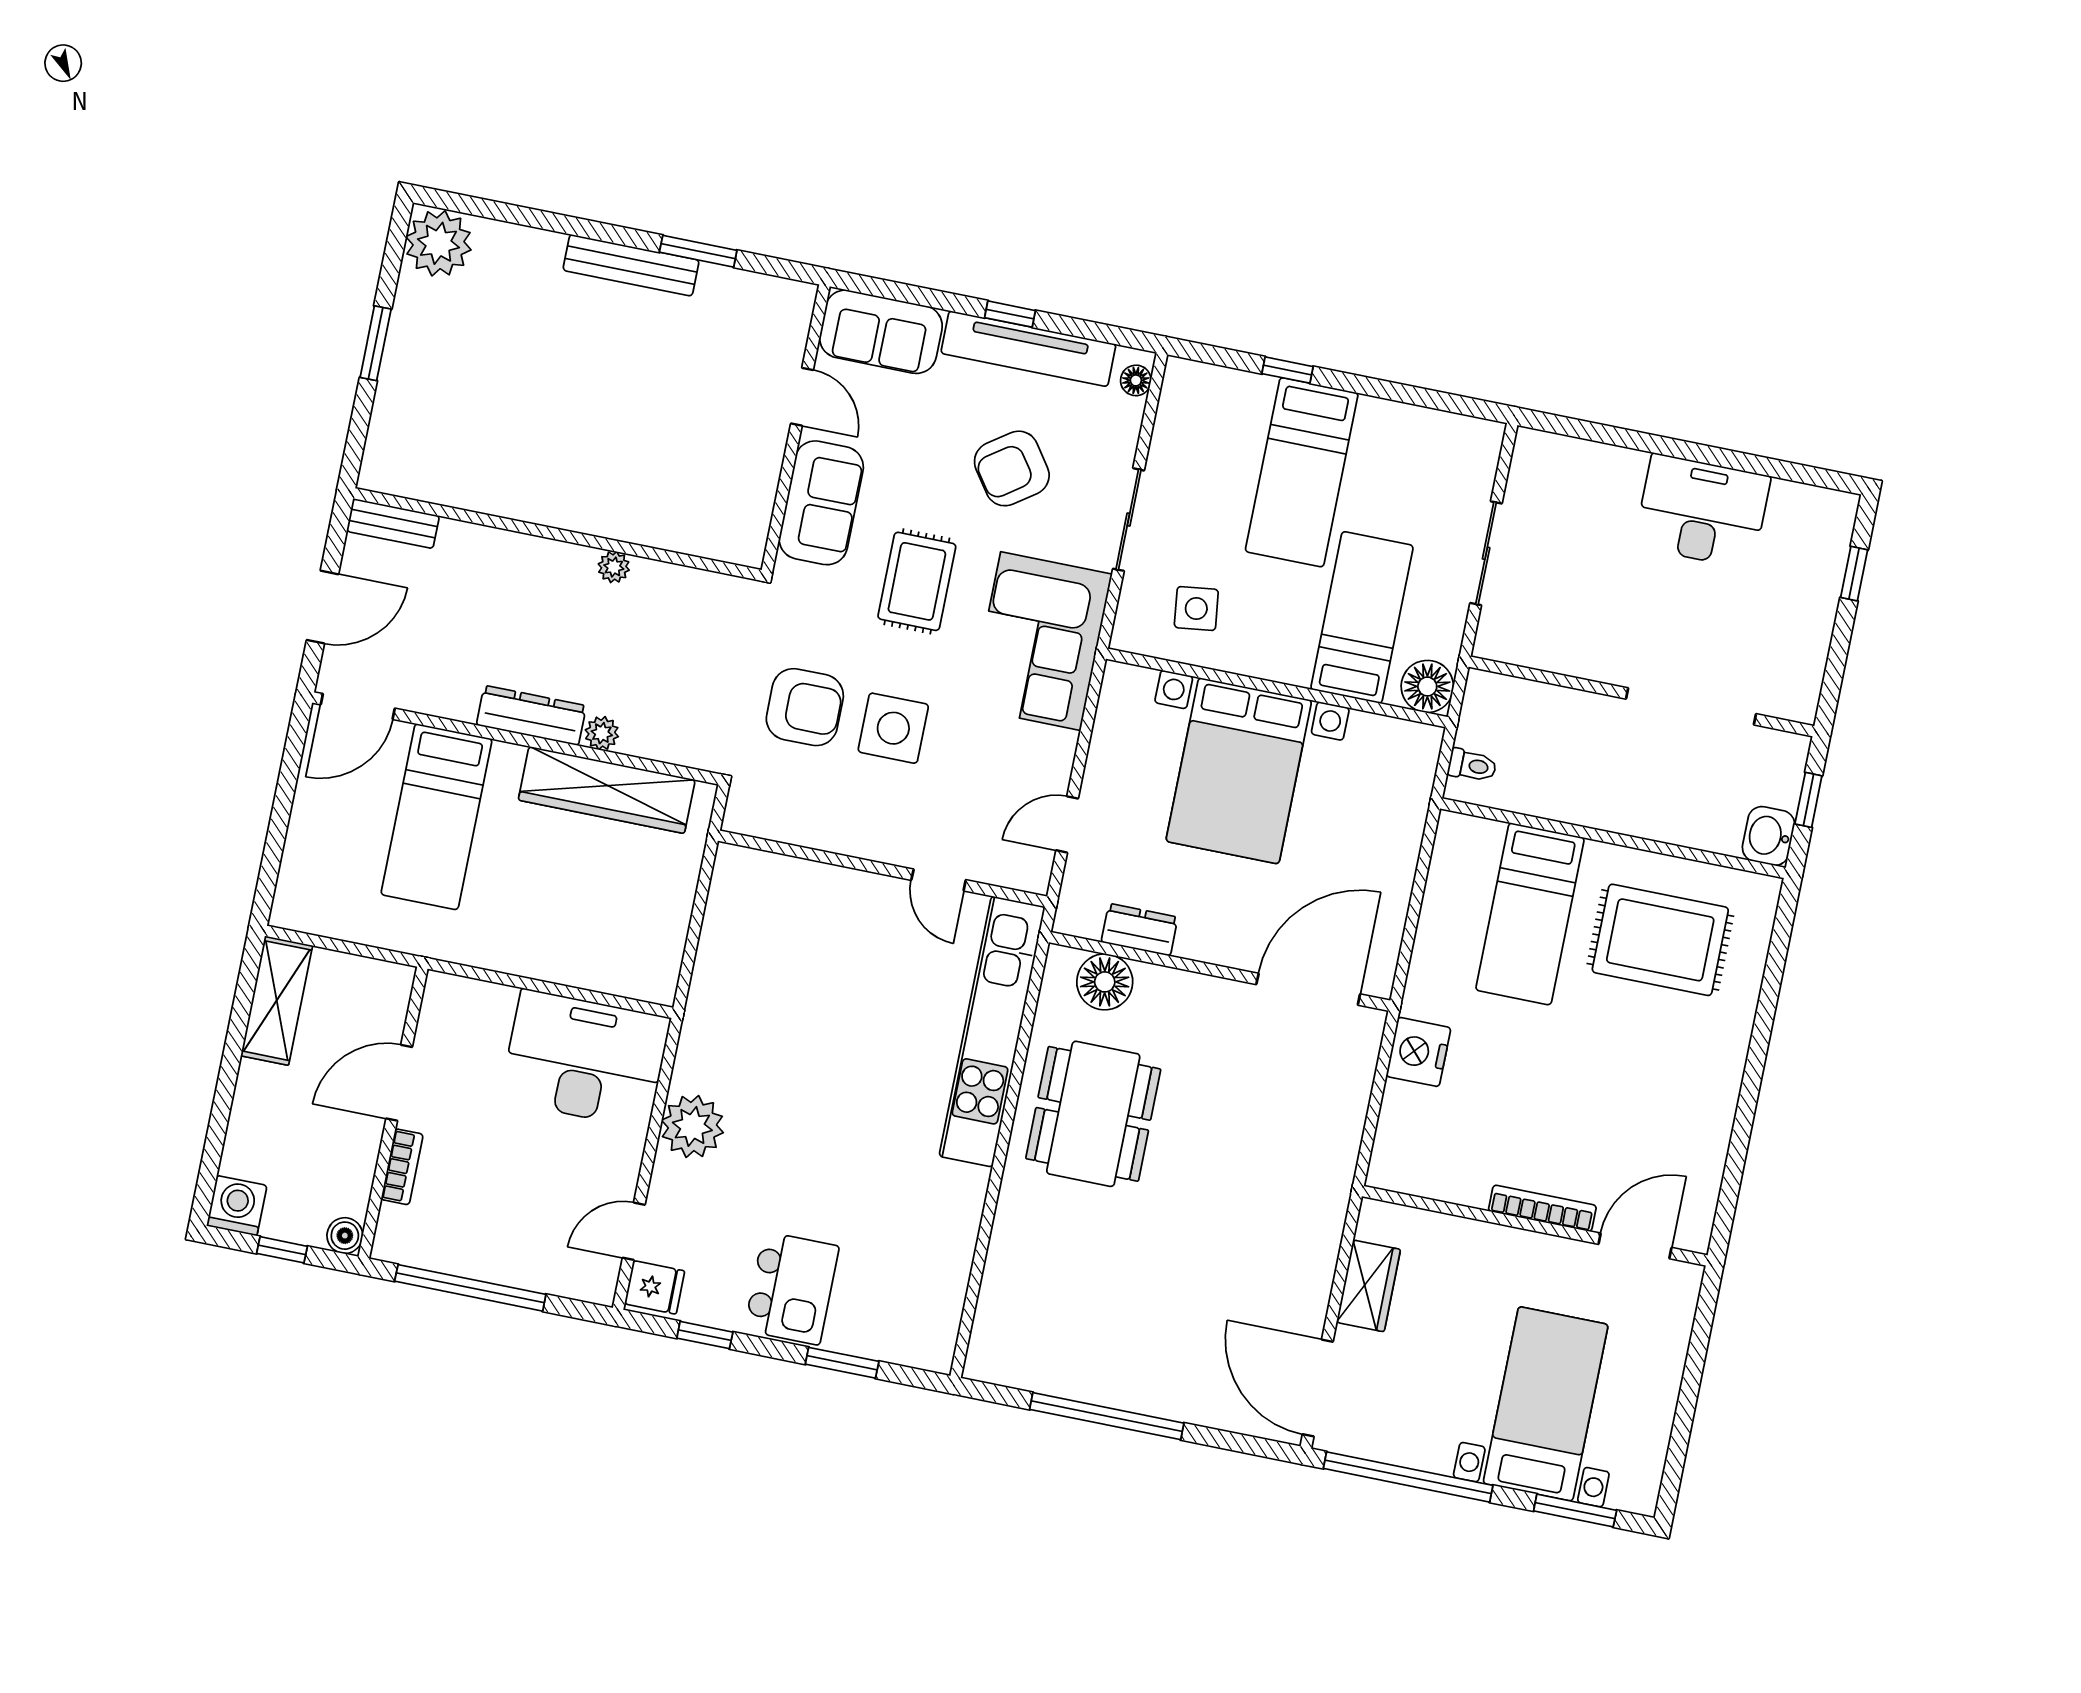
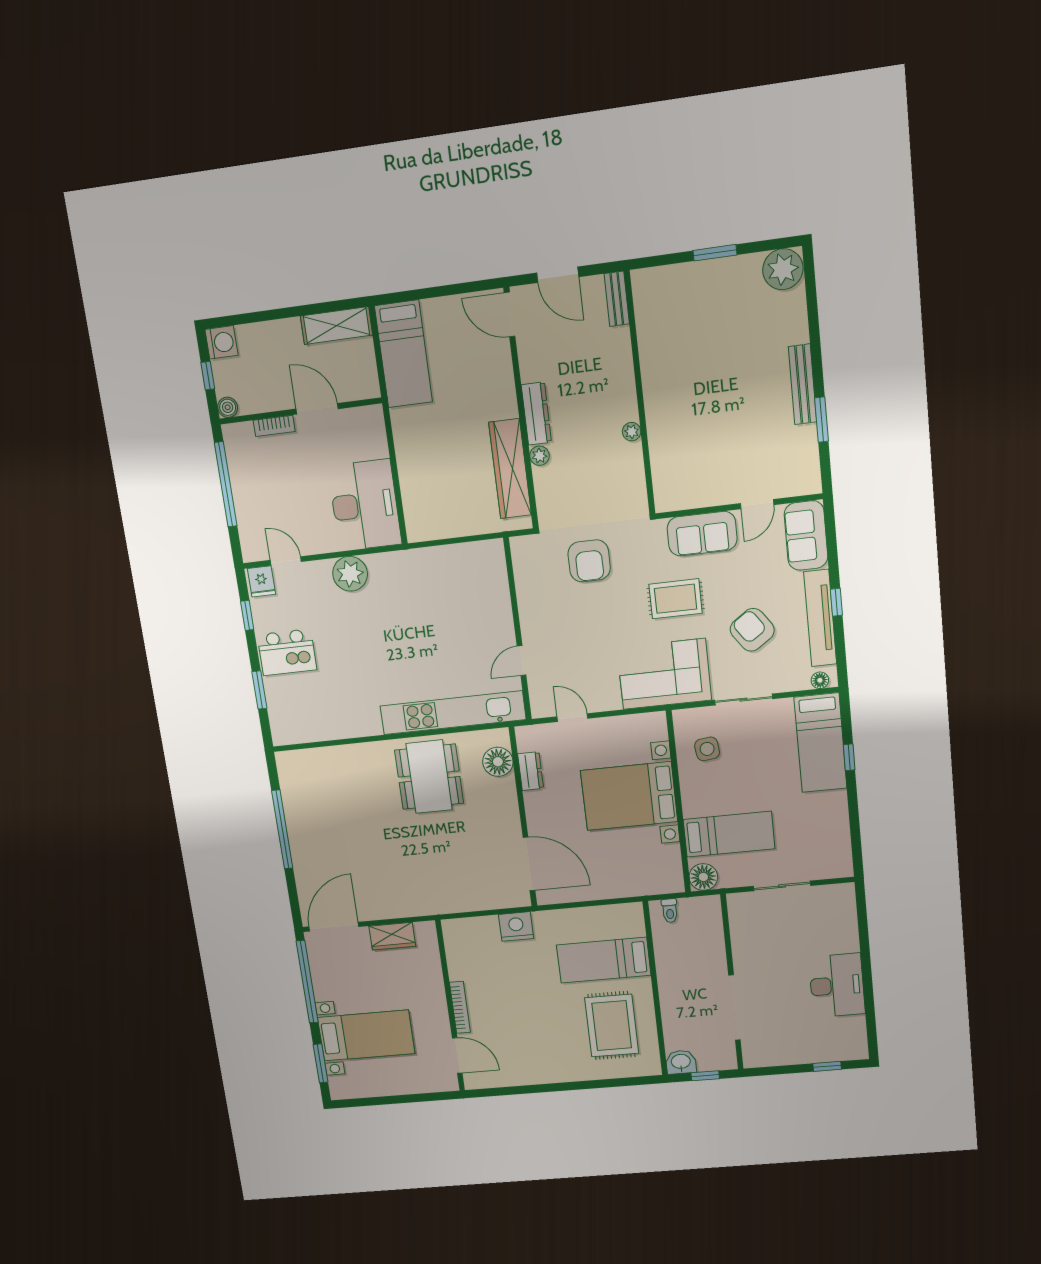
bed: (1302, 472) -> (820, 743), moved, turned -90
side table: (893, 728) -> (593, 611), removed
bed: (436, 817) -> (404, 354), moved, turned -90
dining table: (1093, 1114) -> (429, 777), turned 90

